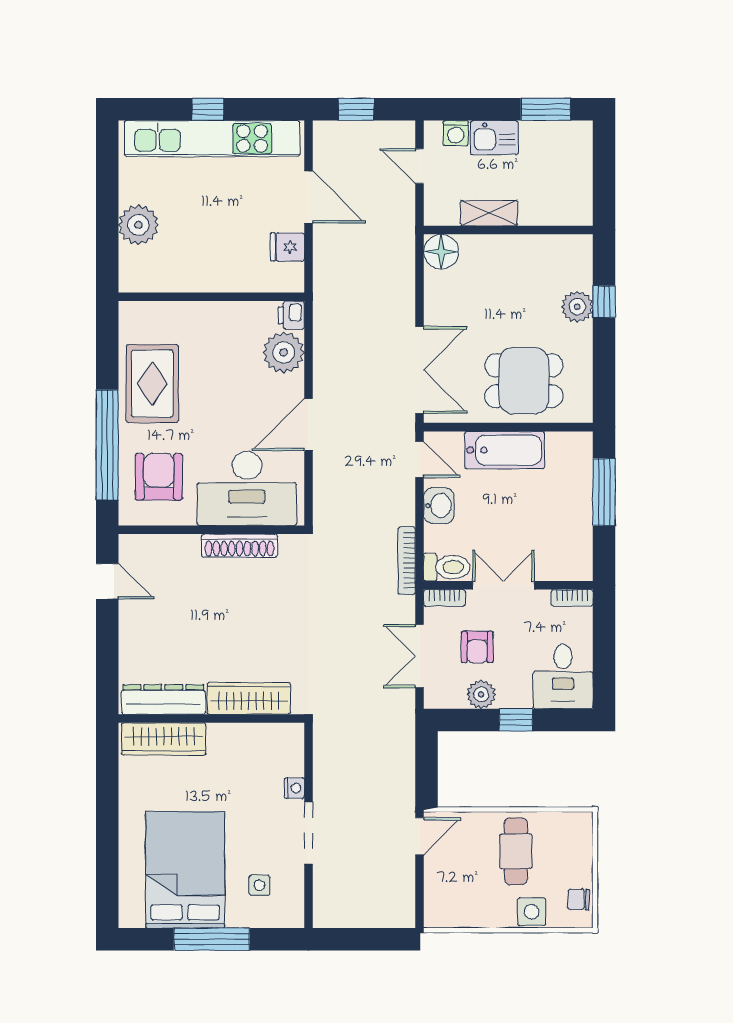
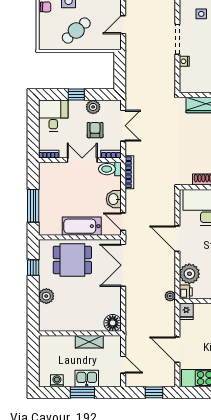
window: (546, 109) -> (82, 392), moved
washing machine: (456, 133) -> (57, 381), moved
fridge: (287, 247) -> (186, 311), moved, turned 90
window: (604, 302) -> (33, 268), moved
plant: (323, 307) -> (170, 296), added
door: (308, 425) -> (177, 239), swing flipped
double door: (504, 585) -> (82, 160), swing flipped
door: (420, 836) -> (123, 25), moved
cafe table: (516, 851) -> (76, 31), turned 49

